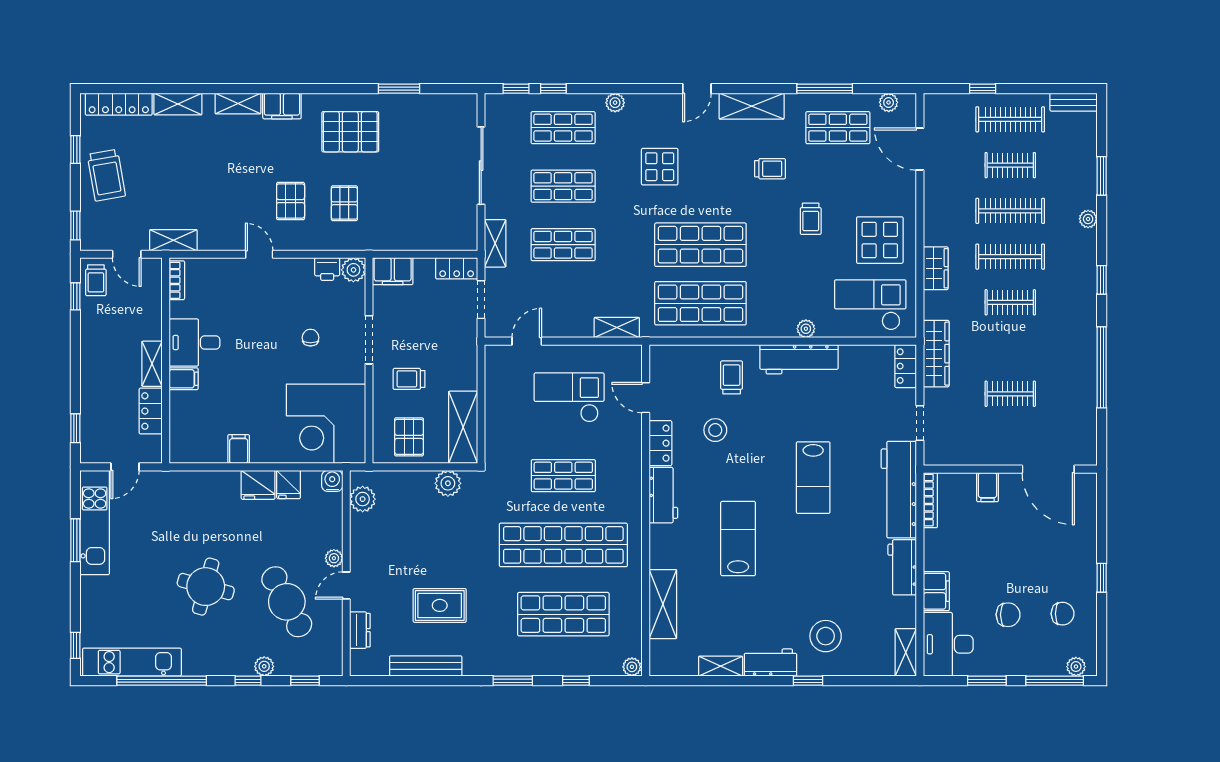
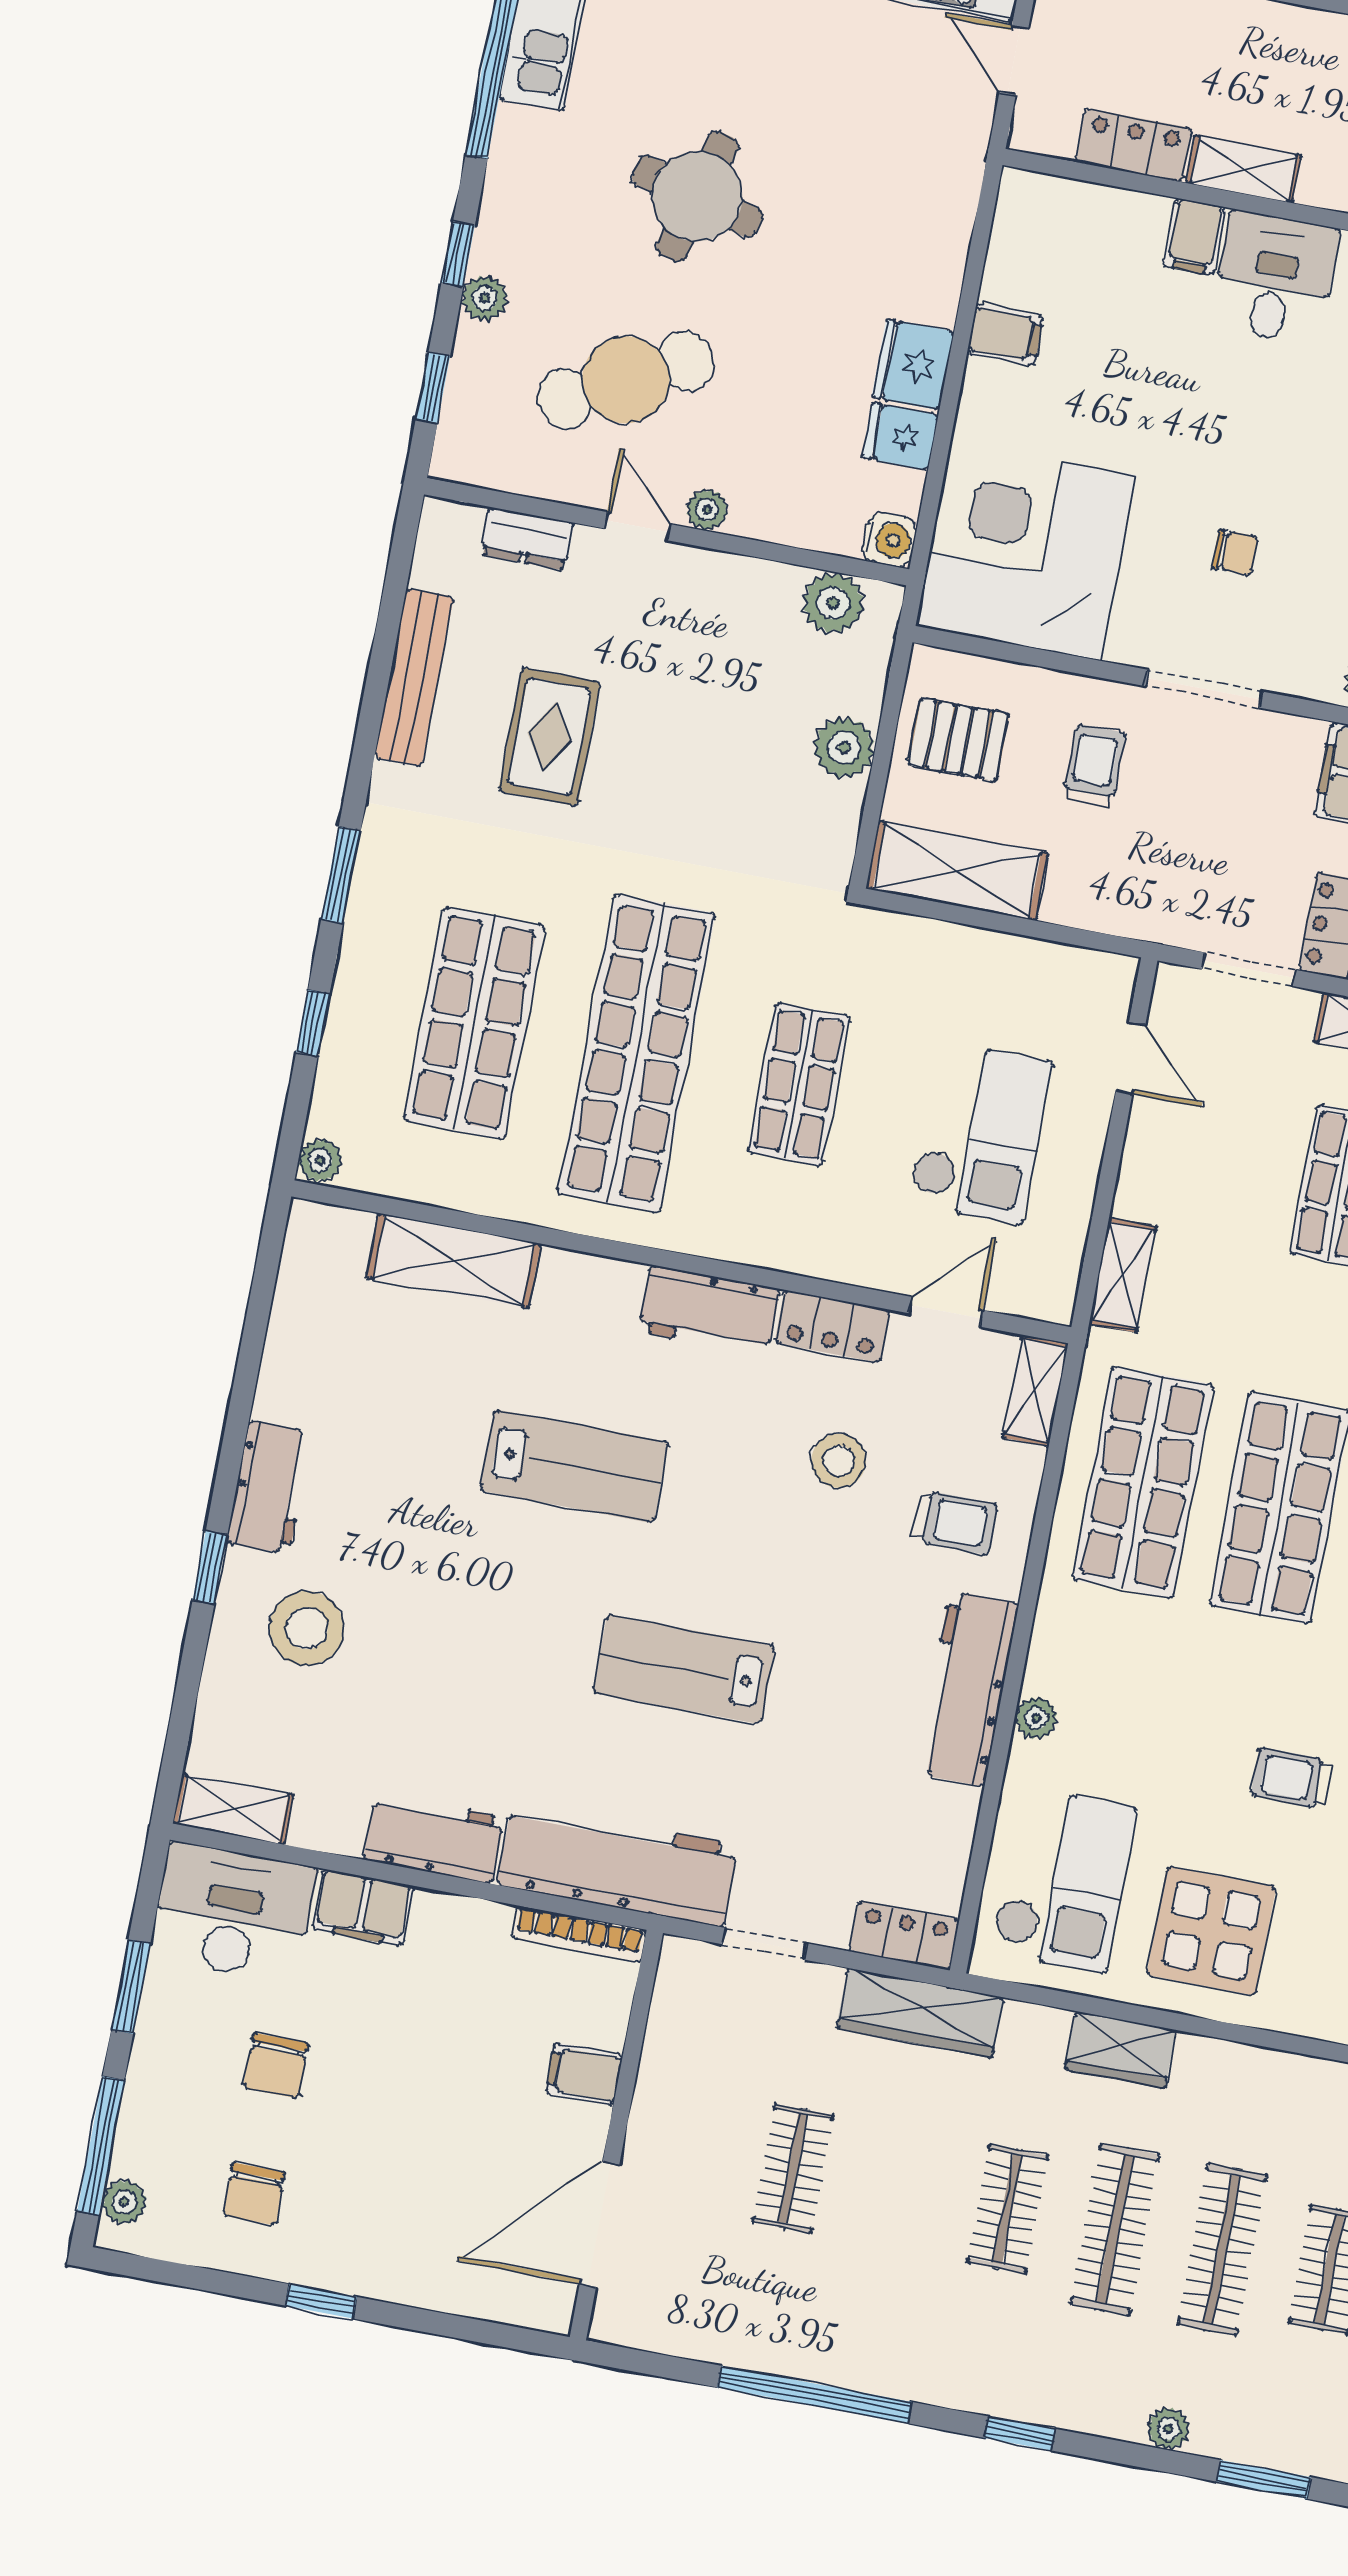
plant: (448, 483) -> (844, 748), moved
shelving: (721, 666) -> (1035, 1391), moved

